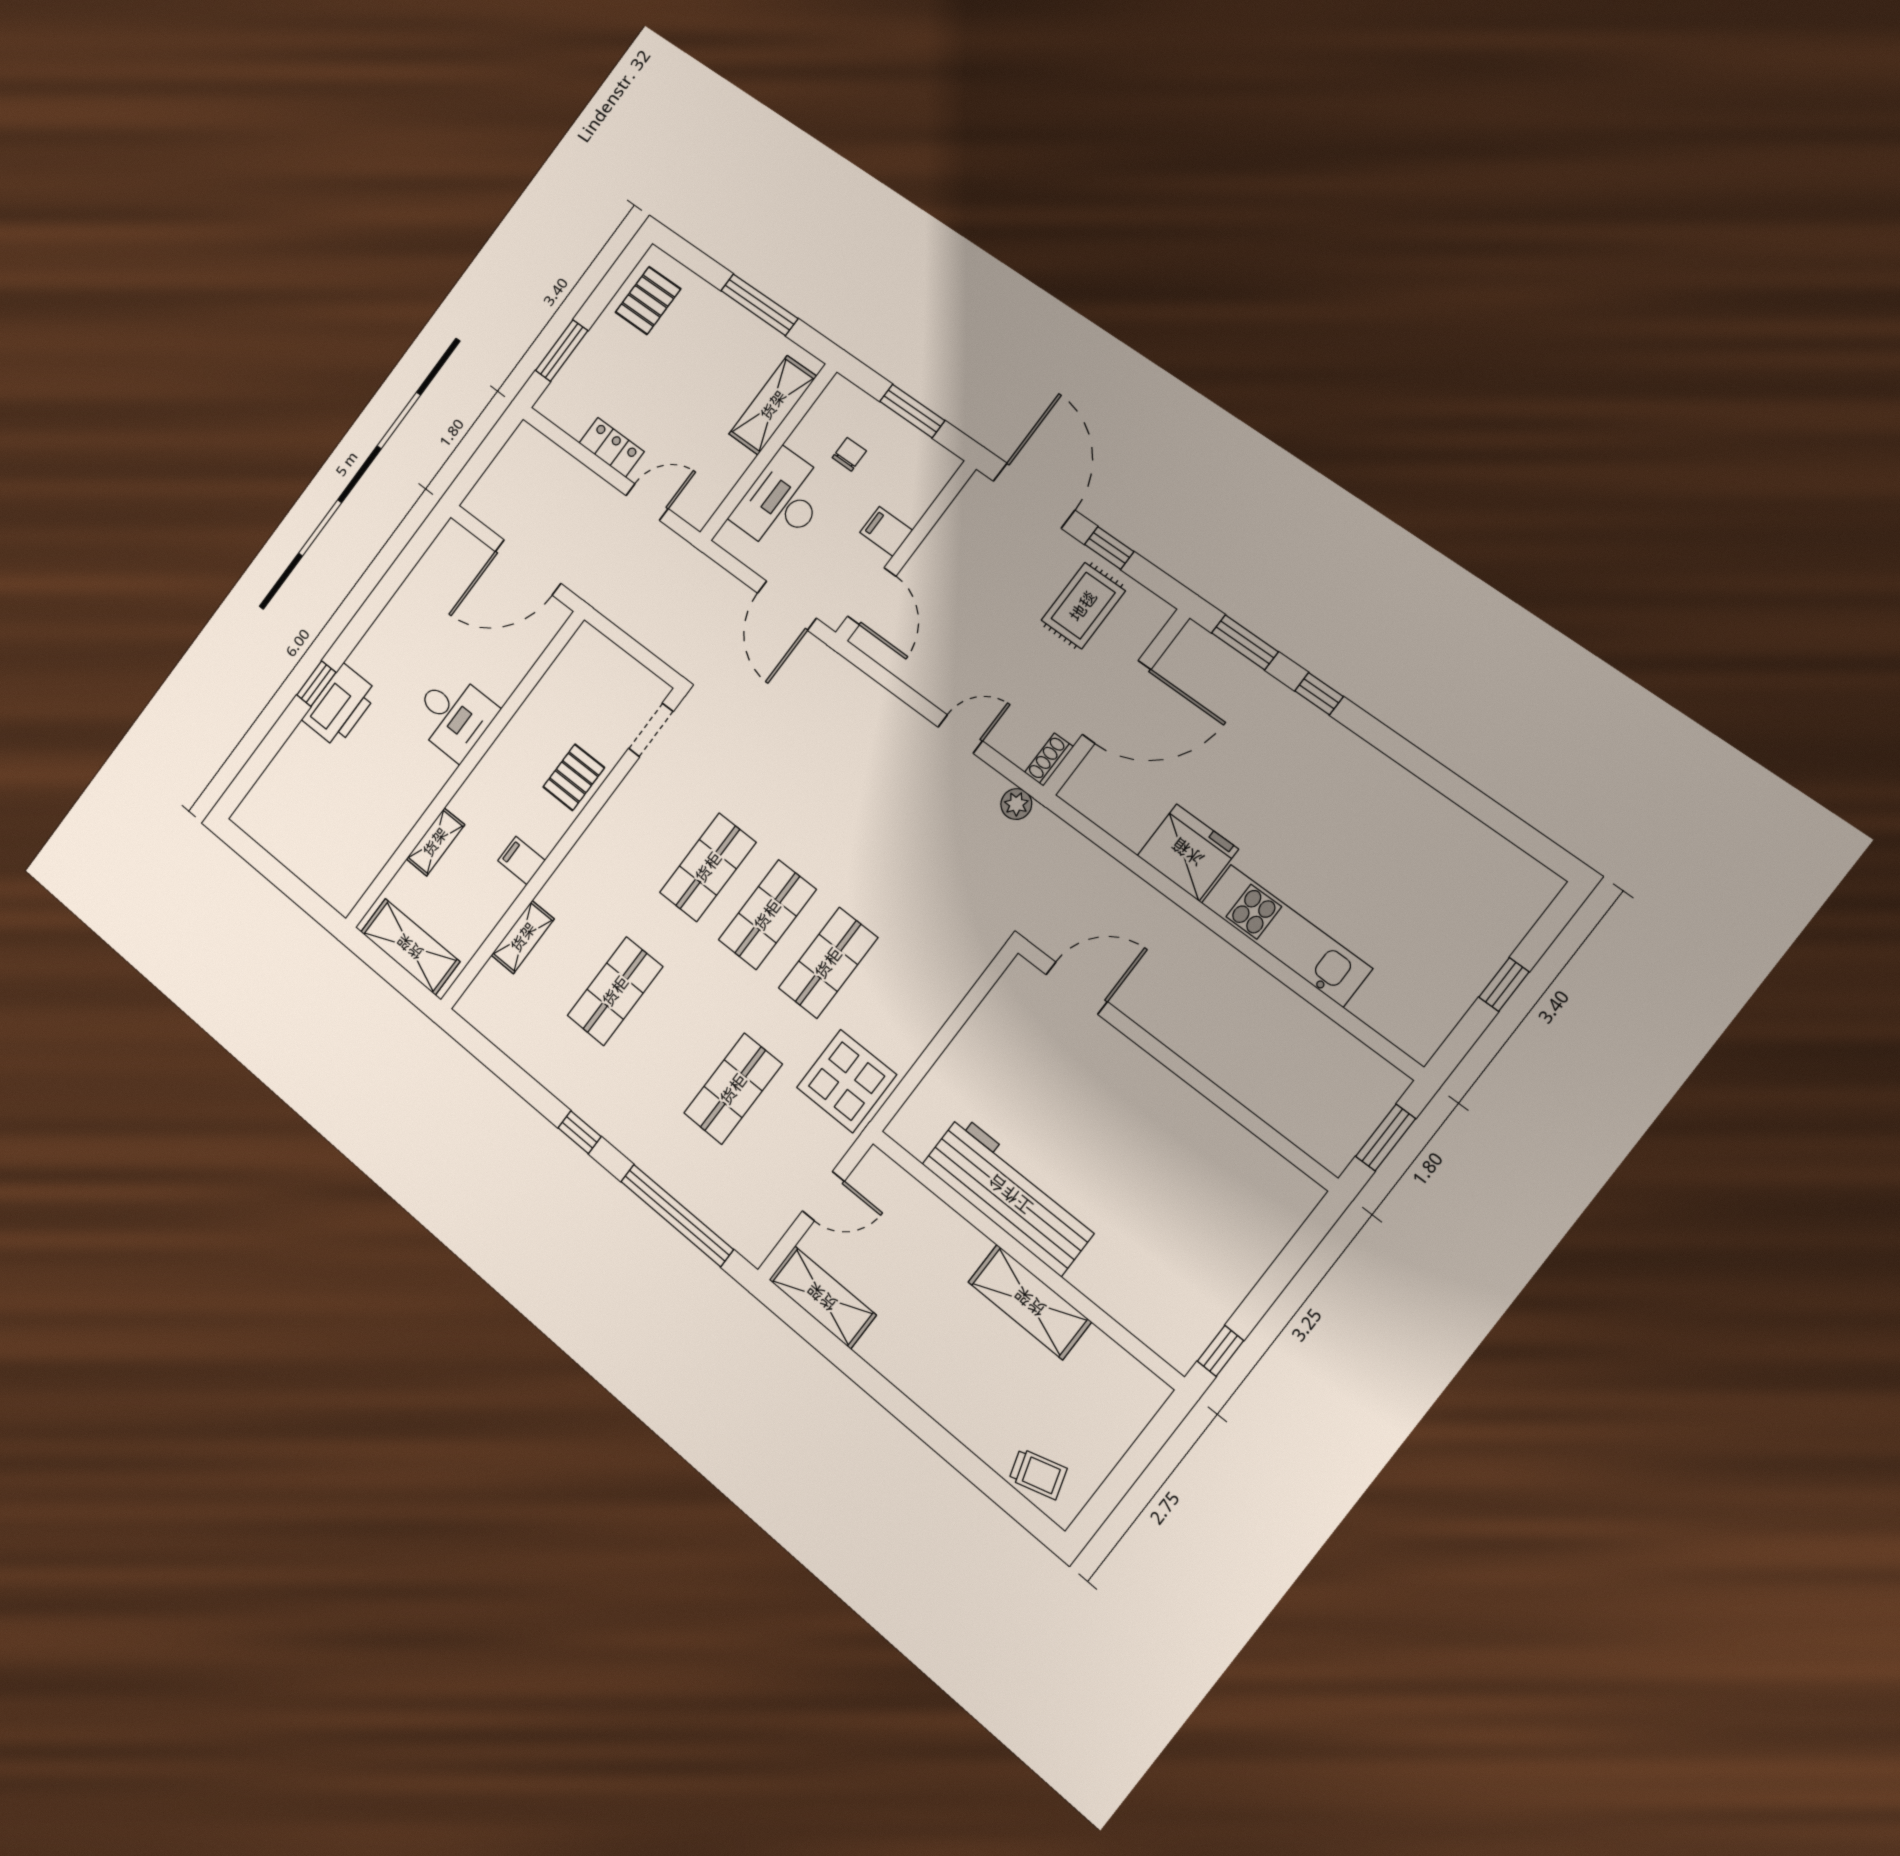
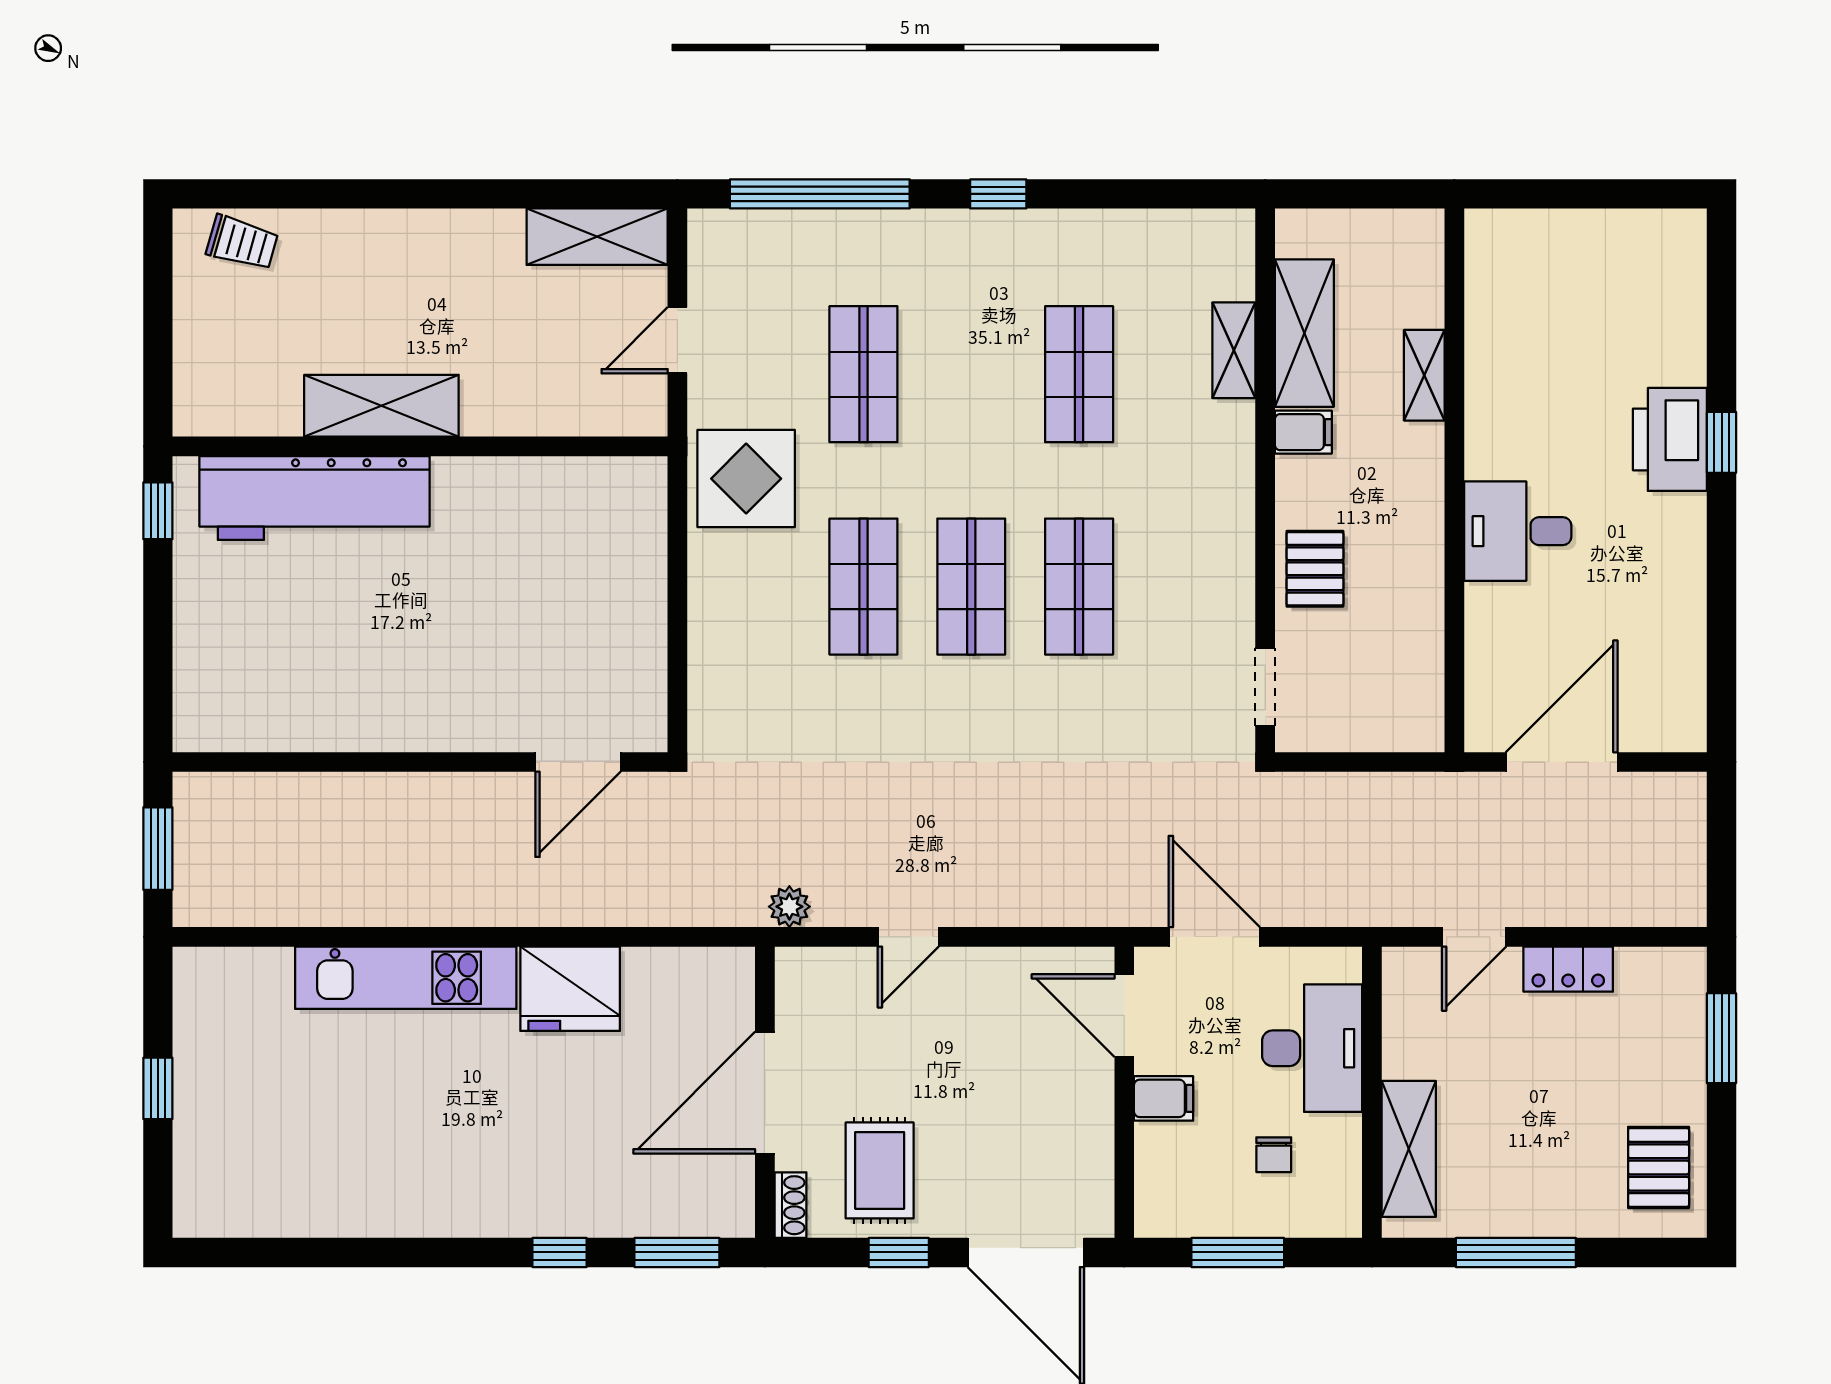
shoe rack: (1049, 760) -> (791, 1205), moved
shelving: (410, 947) -> (1304, 333), moved, turned 90
workbench: (1010, 1194) -> (315, 498), moved
trolley: (1038, 1474) -> (242, 243), turned -147

